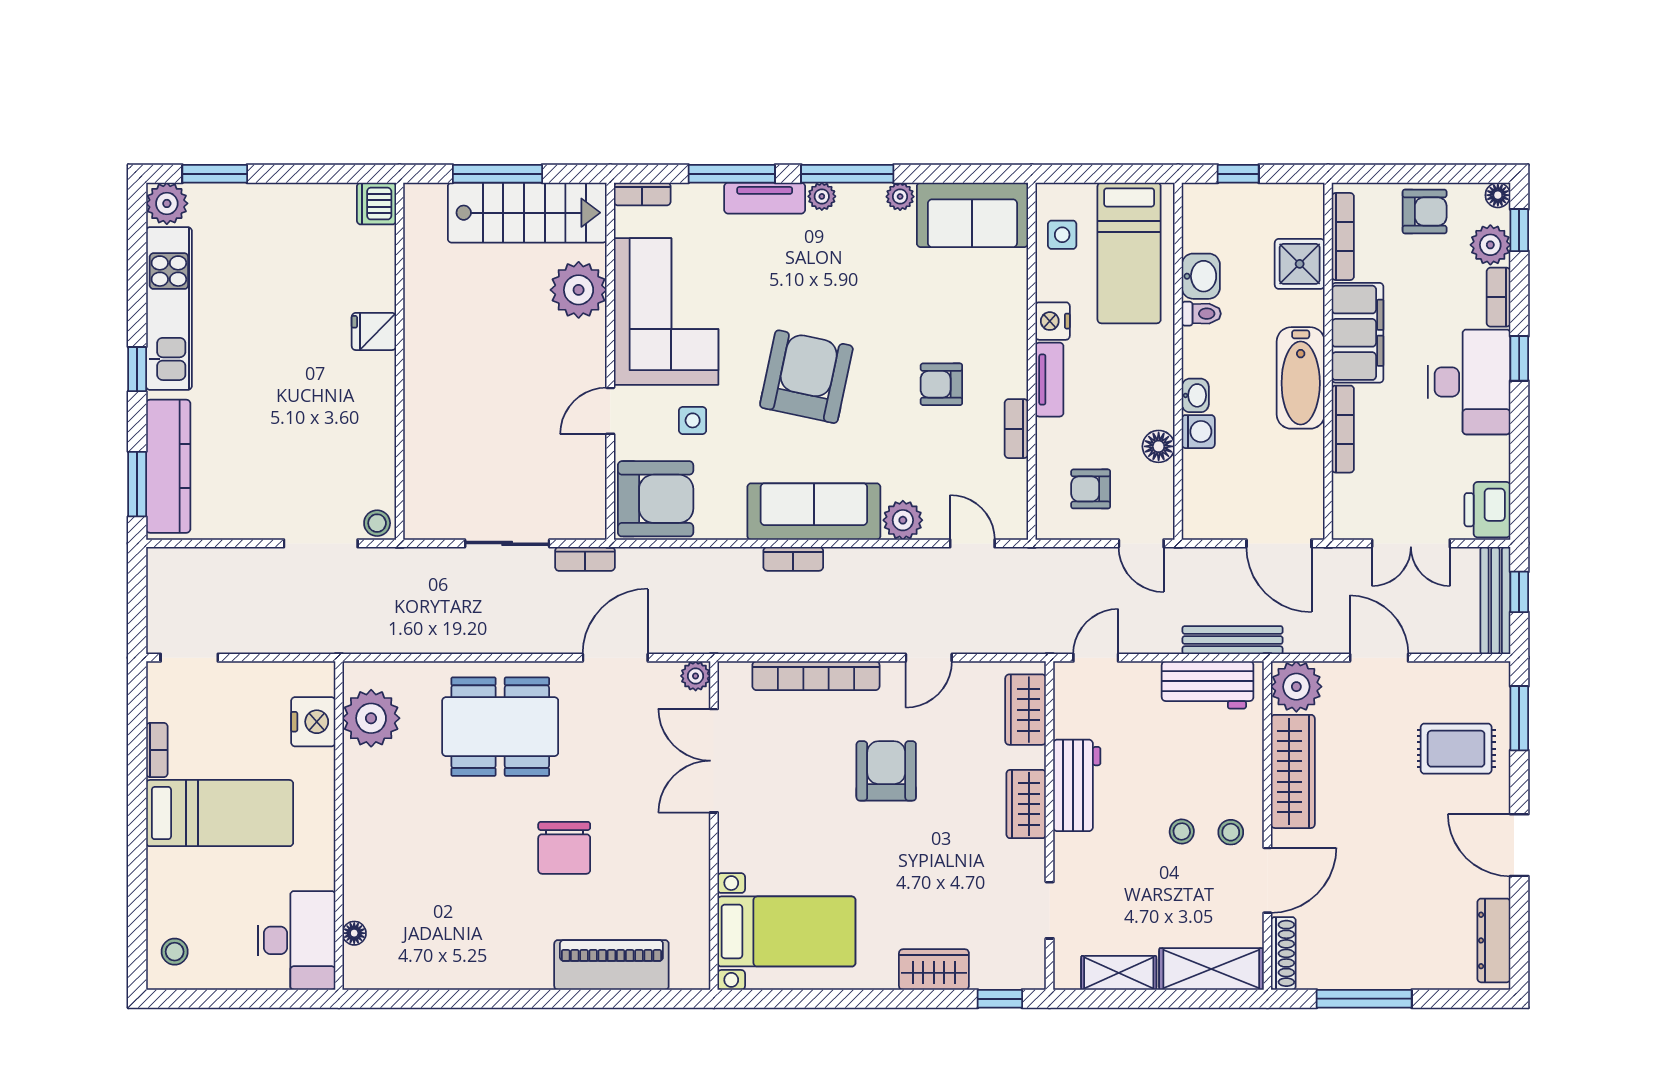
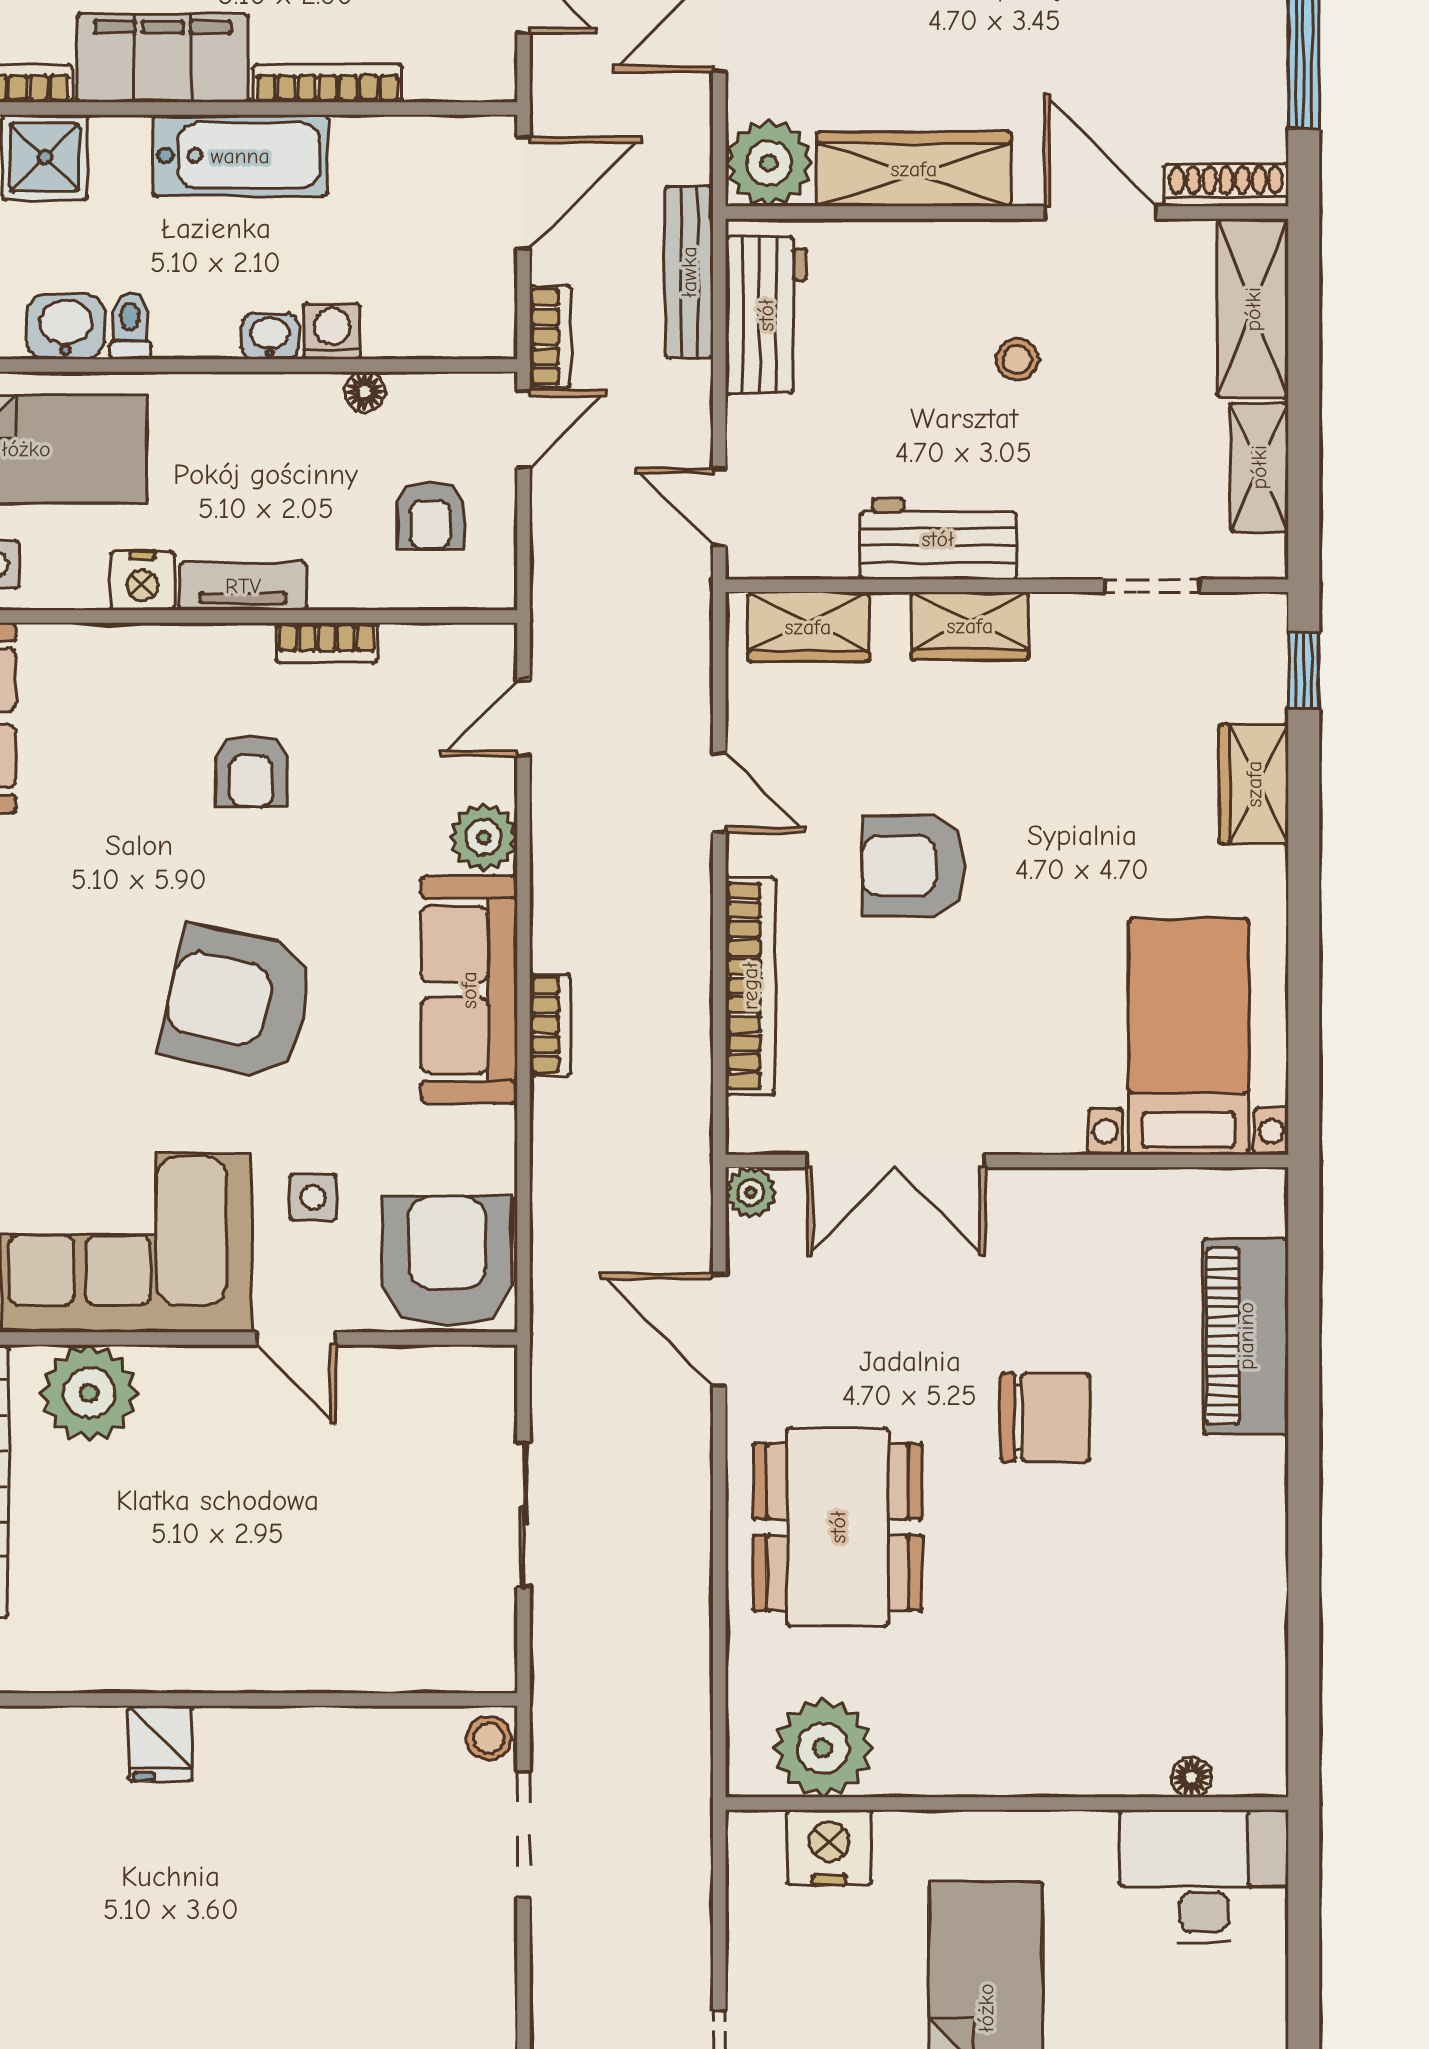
floor lamp: (1159, 446) -> (365, 392), width x0.73, depth x0.73
bookcase: (585, 559) -> (550, 337), moved
stool: (1231, 832) -> (1018, 275), removed

